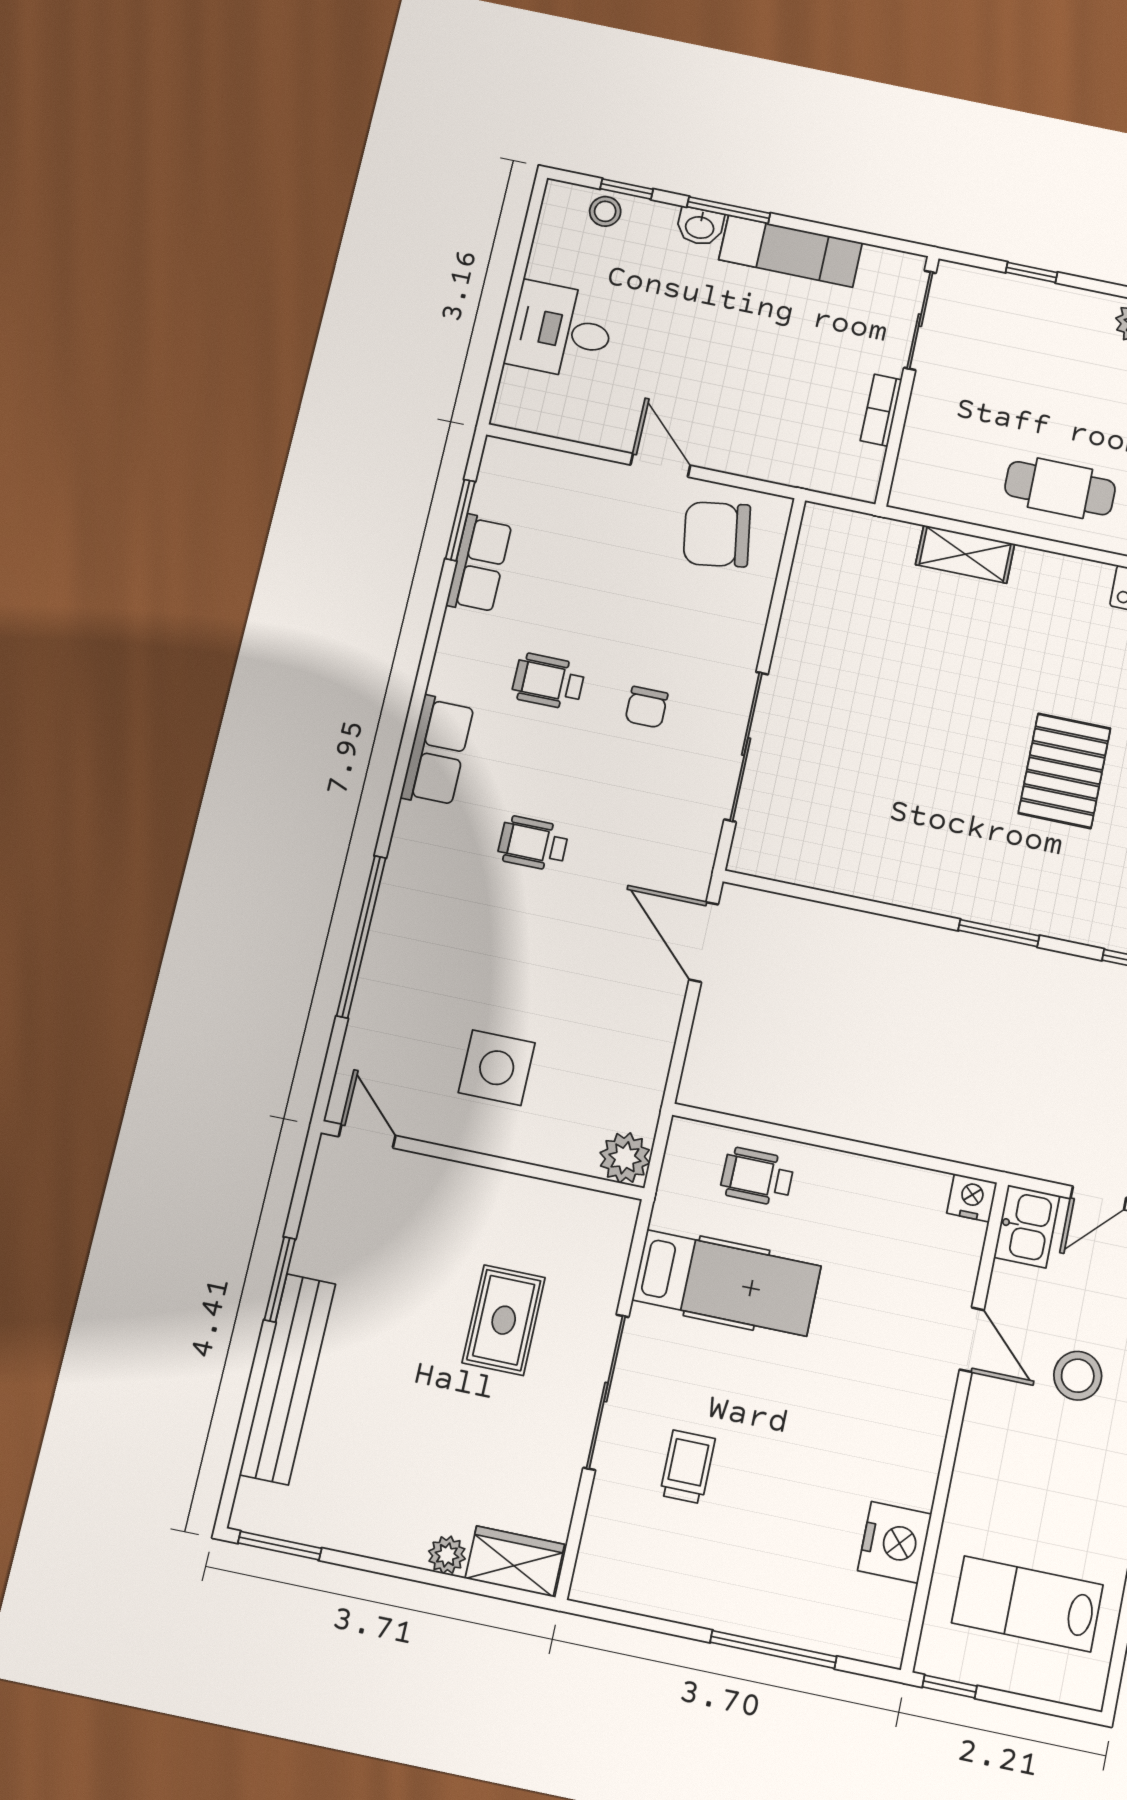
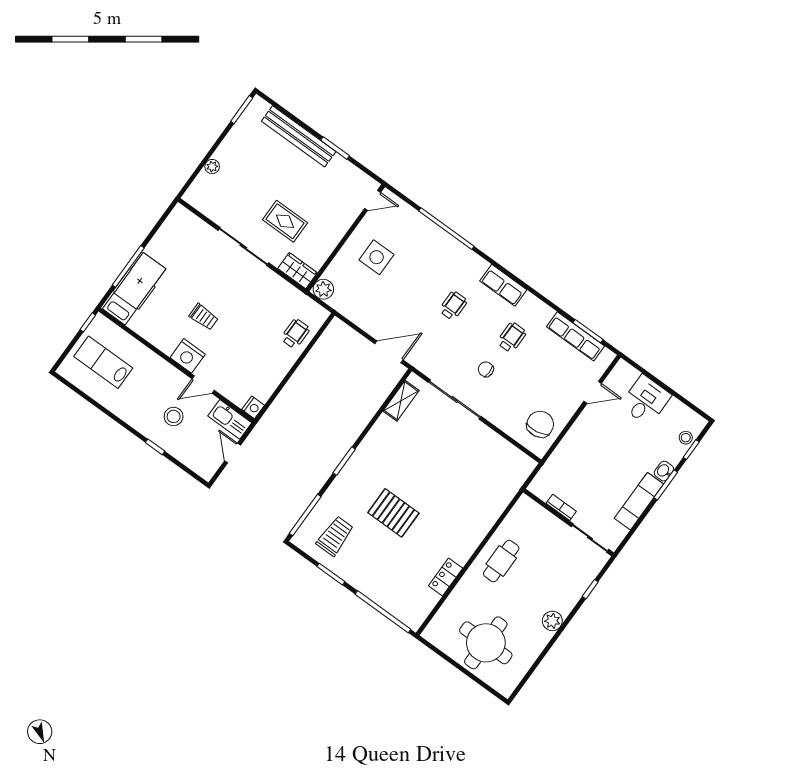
door: (660, 465) -> (593, 392), moved
shelving: (965, 554) -> (401, 401), moved
row of seats: (479, 564) -> (576, 336), width x1.48
kitchen sink: (1027, 1226) -> (230, 419), width x1.38
hospital bed: (727, 1283) -> (134, 289), moved, turned 180
trolley: (687, 1467) -> (204, 317), moved
nightstand: (895, 1542) -> (188, 356), moved
wardrobe: (515, 1561) -> (298, 271), moved, turned -90
lab bench: (1027, 1604) -> (103, 362), turned -90

